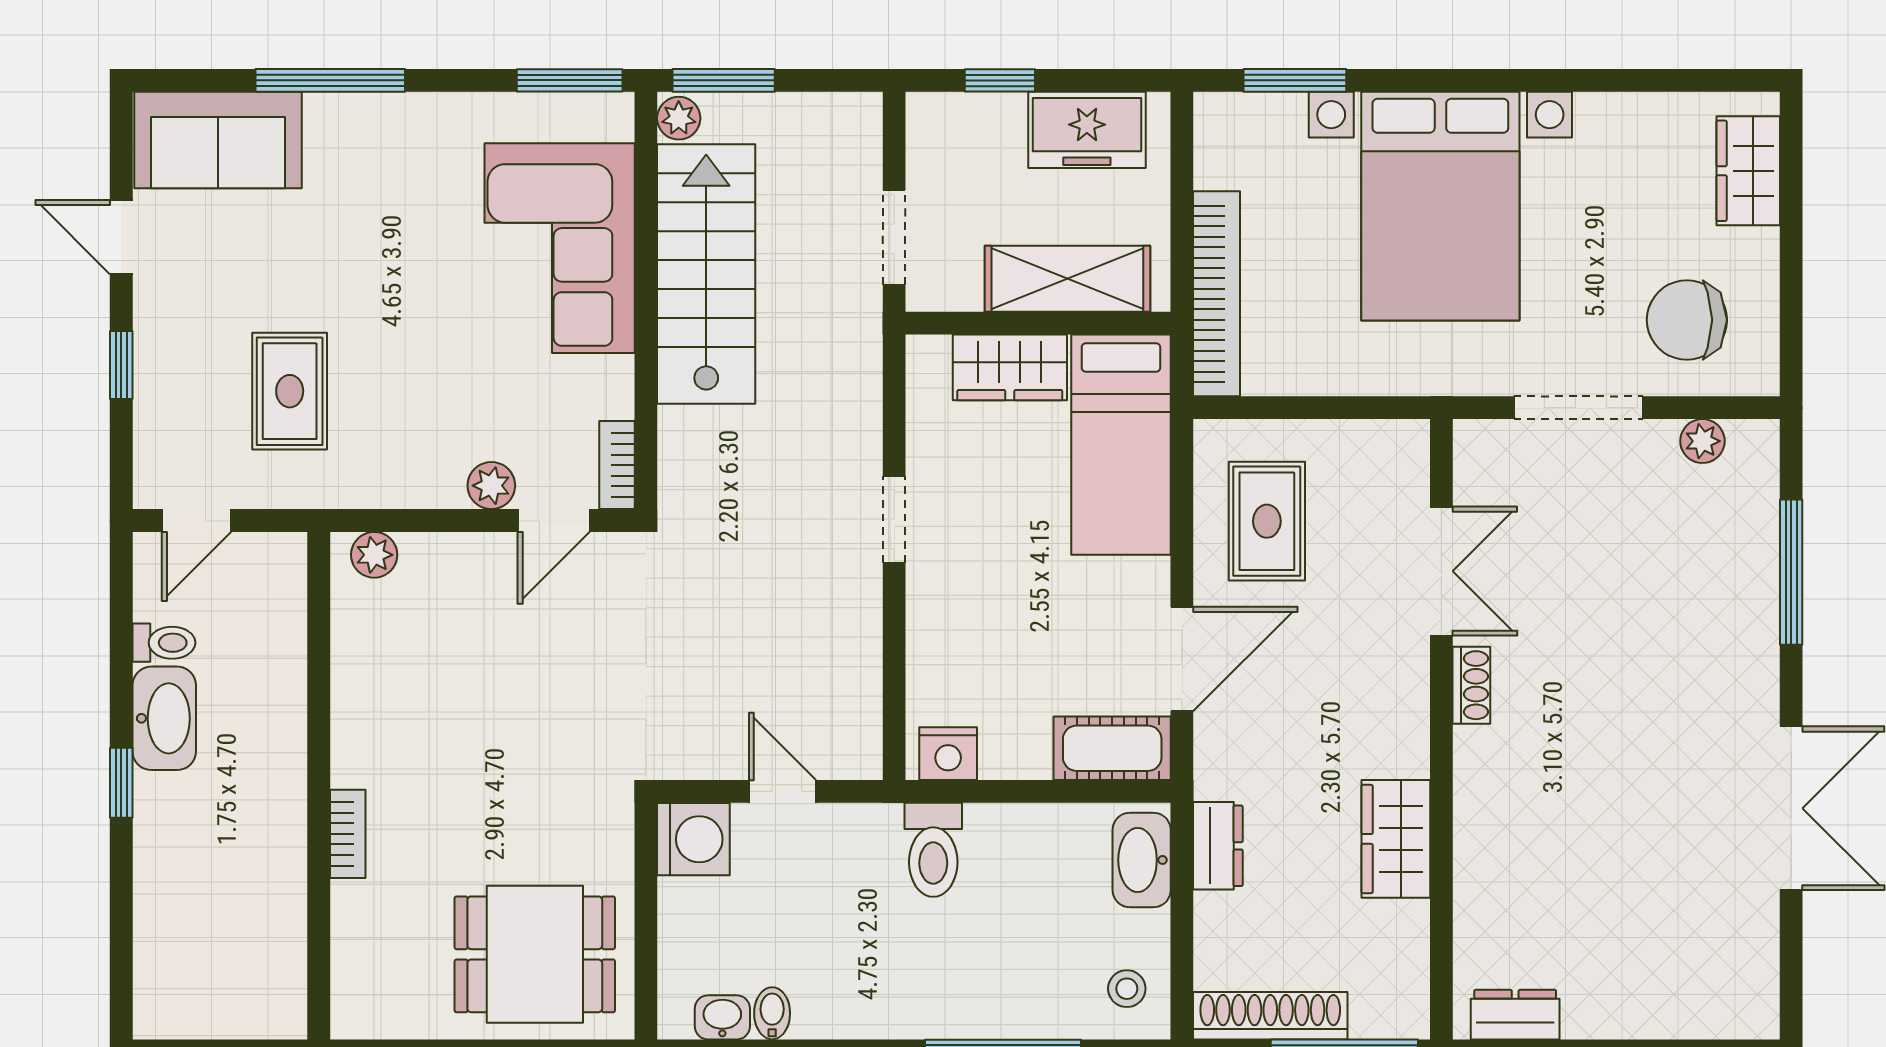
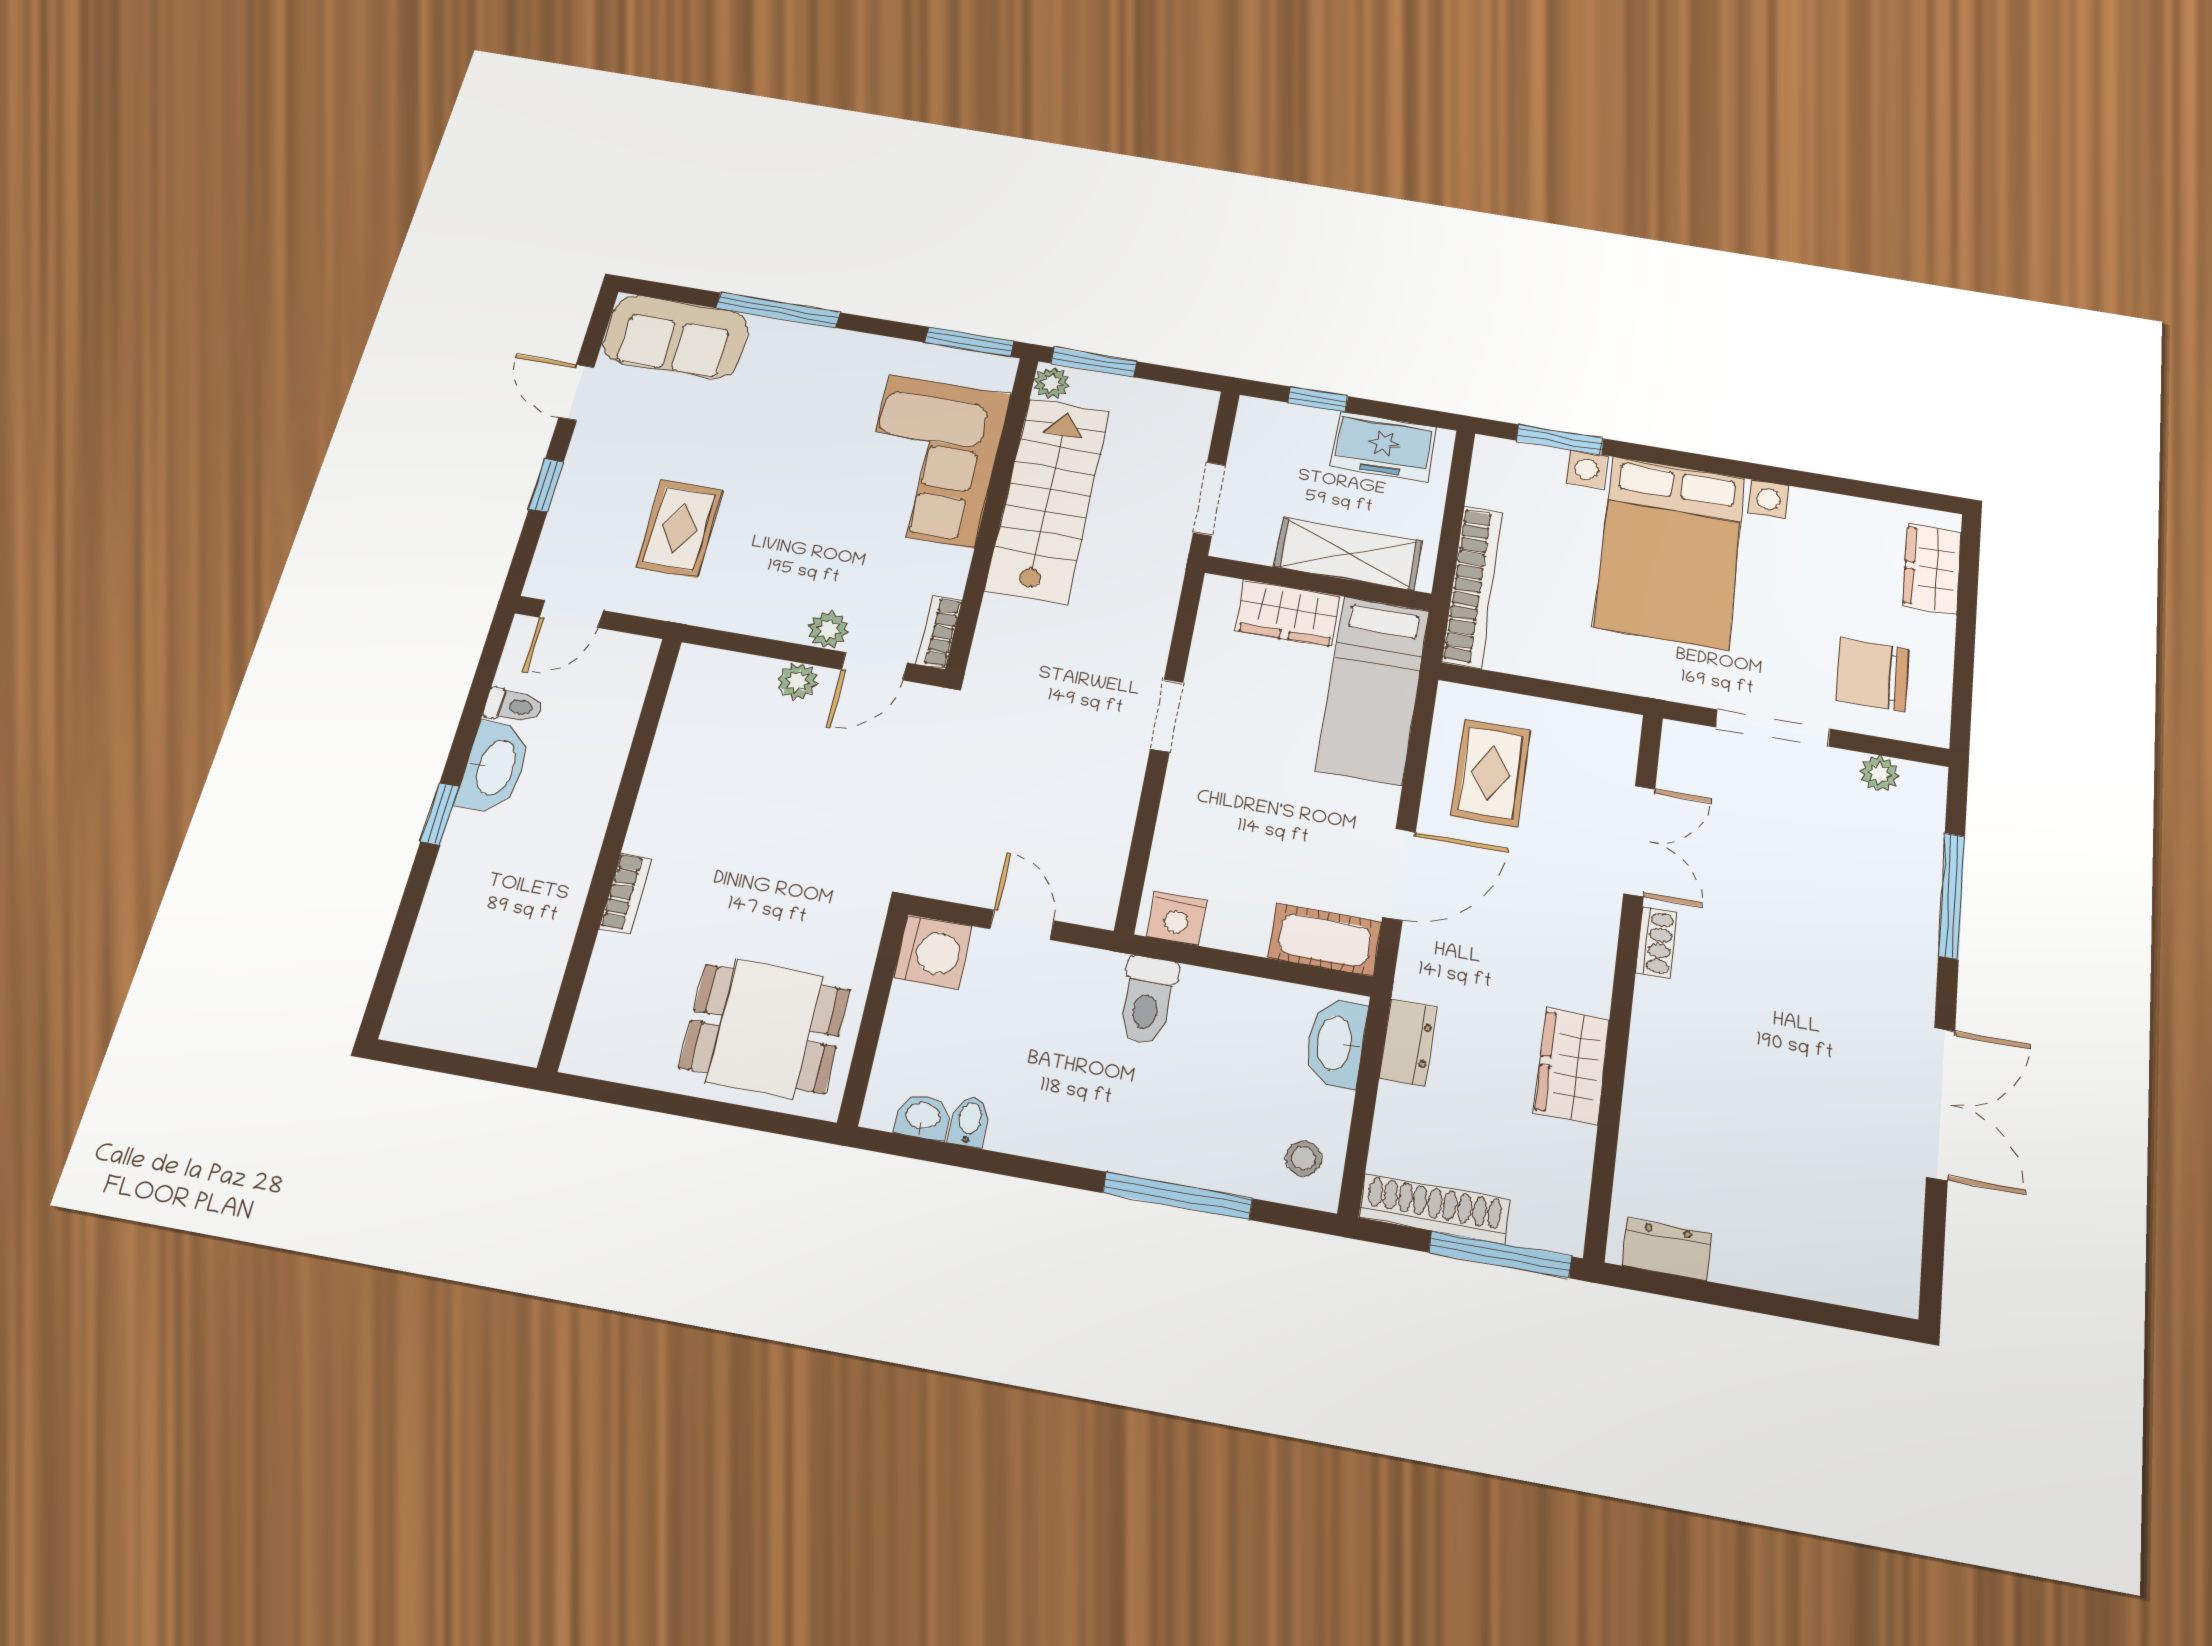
plant: (374, 555) -> (798, 681), moved

